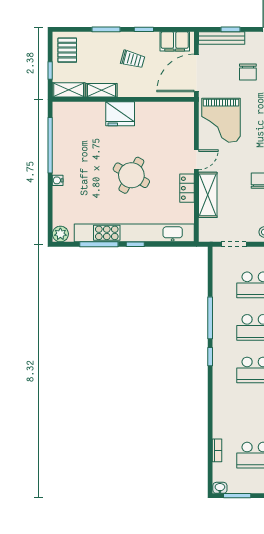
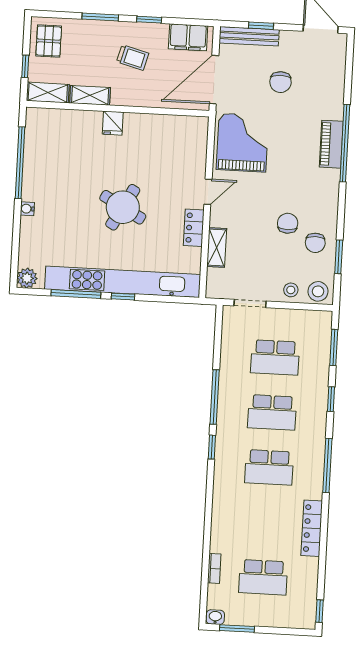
fridge: (120, 114) -> (113, 123), width x0.53, depth x0.75
grand piano: (221, 120) -> (242, 142), turned 180
shelving: (208, 195) -> (217, 248), width x0.67, depth x0.75

